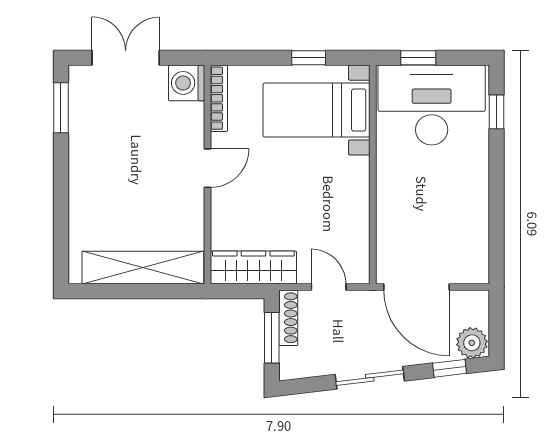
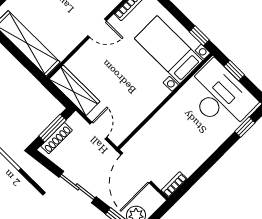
window: (309, 58) -> (199, 36), moved
bookcase: (481, 262) -> (174, 185), added
shoe rack: (288, 318) -> (57, 138), moved

